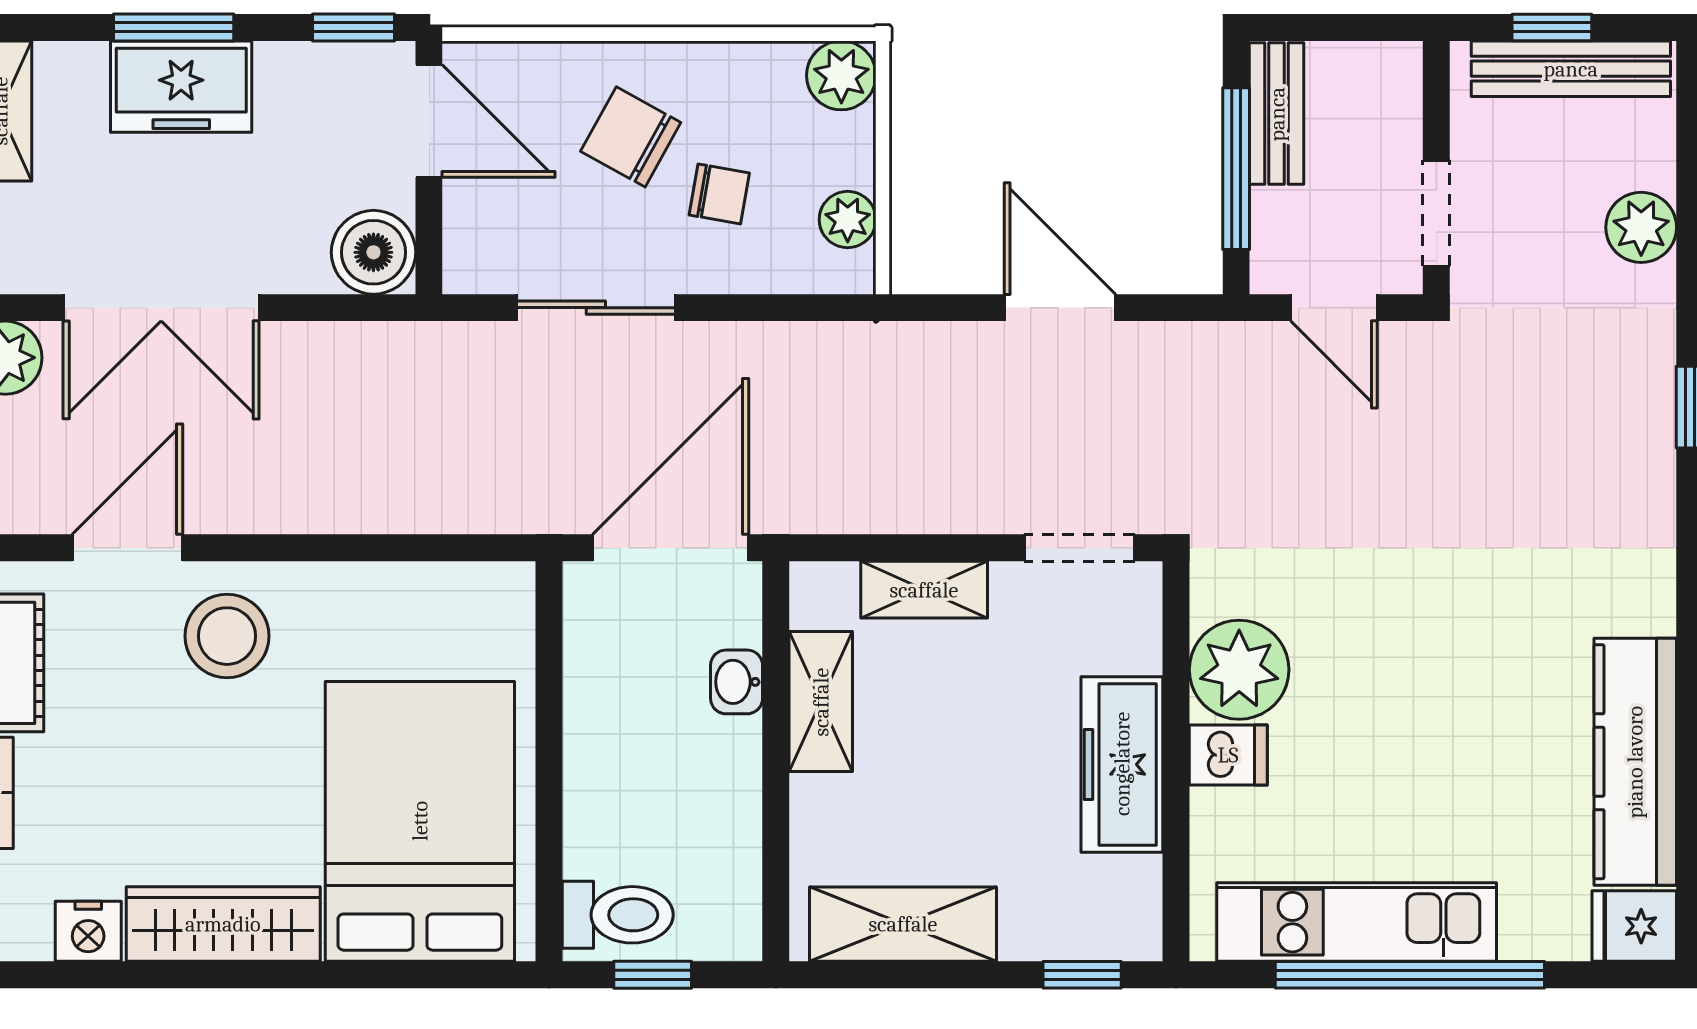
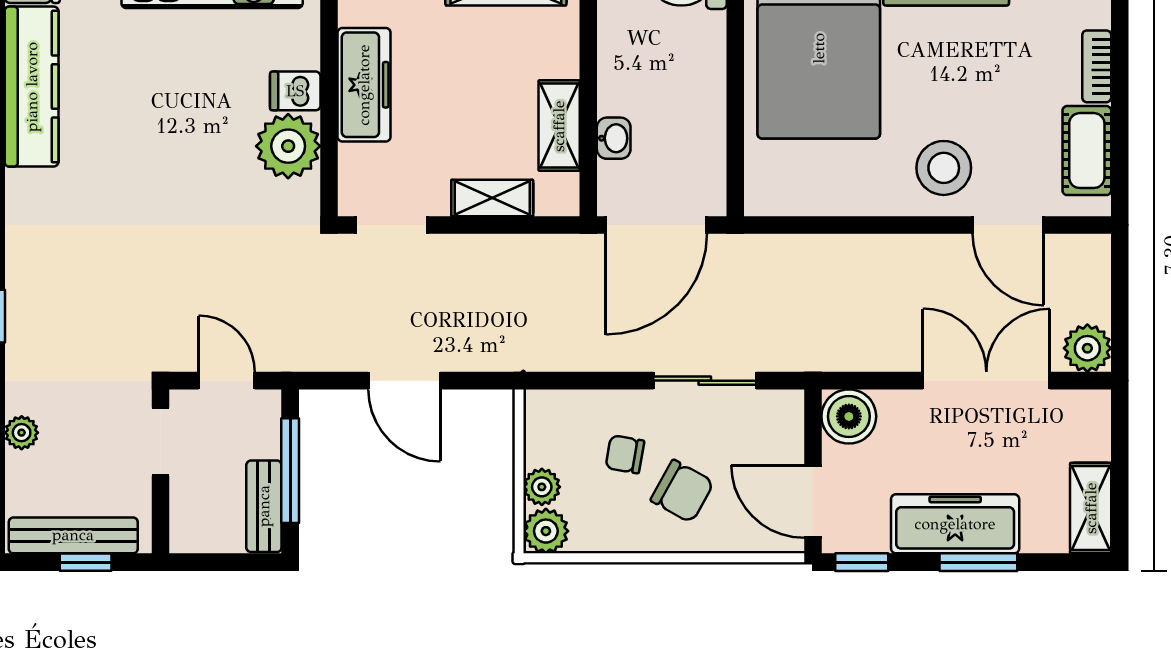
freezer: (181, 87) -> (955, 524), width x1.40
plant: (848, 219) -> (542, 487), moved
plant: (1641, 227) -> (22, 433), width x0.73, depth x0.73
door: (127, 548) -> (1008, 225), hinge flipped

